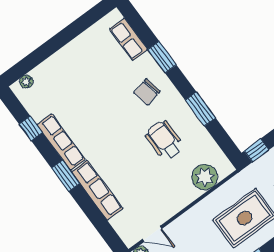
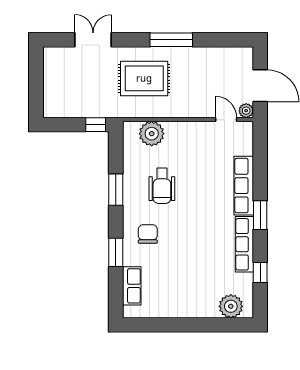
plant: (26, 82) -> (231, 306), width x1.87, depth x1.87
chair: (147, 92) -> (148, 234), turned -79

